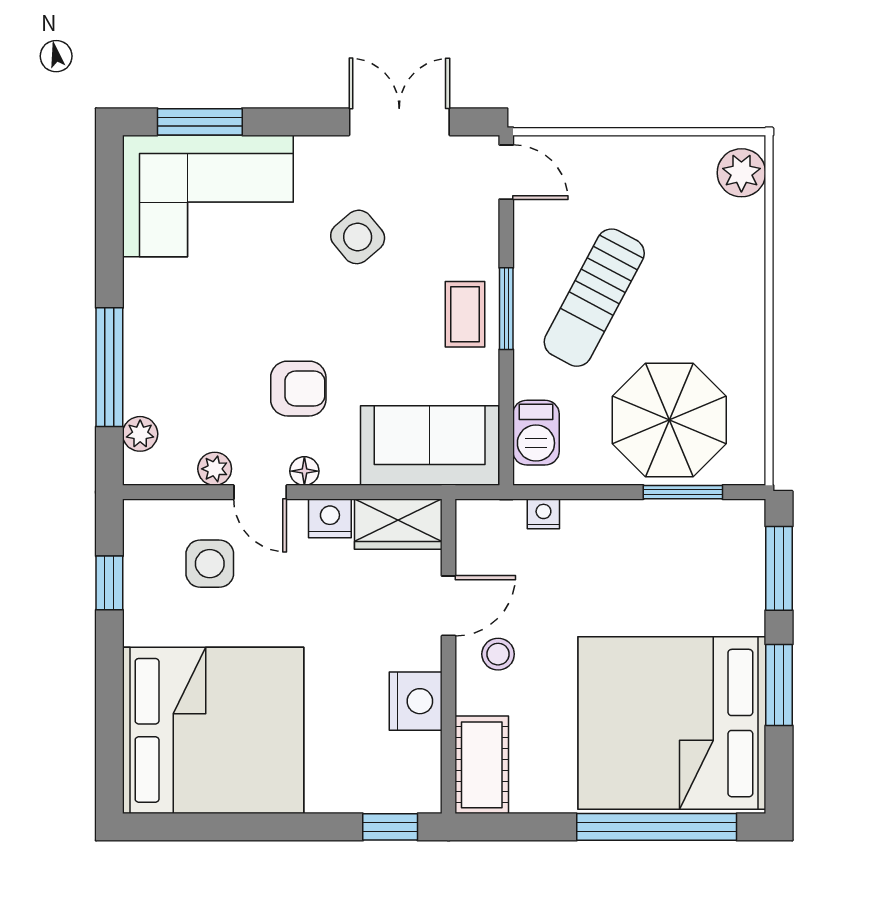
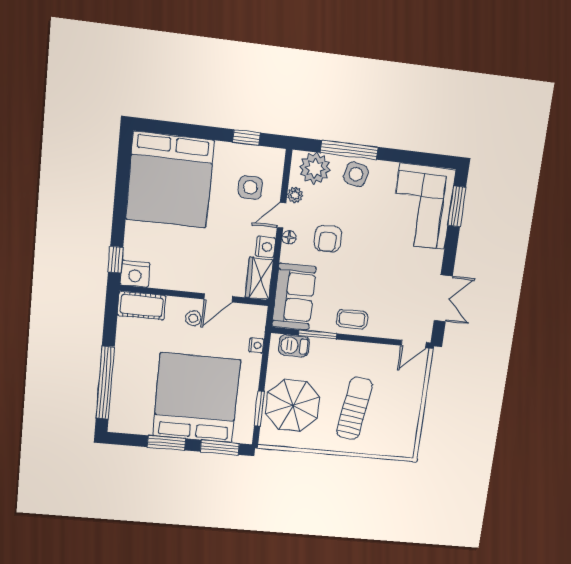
plant: (741, 173) -> (398, 447), removed
side table: (358, 237) -> (356, 174), moved, turned -37
sun lounger: (594, 298) -> (354, 408), moved, turned 70
window: (506, 309) -> (318, 334), moved
plant: (140, 434) -> (315, 168), width x1.88, depth x1.88
door: (449, 606) -> (218, 298), hinge flipped
nightstand: (416, 701) -> (135, 274), moved
bed: (672, 723) -> (196, 398), moved

